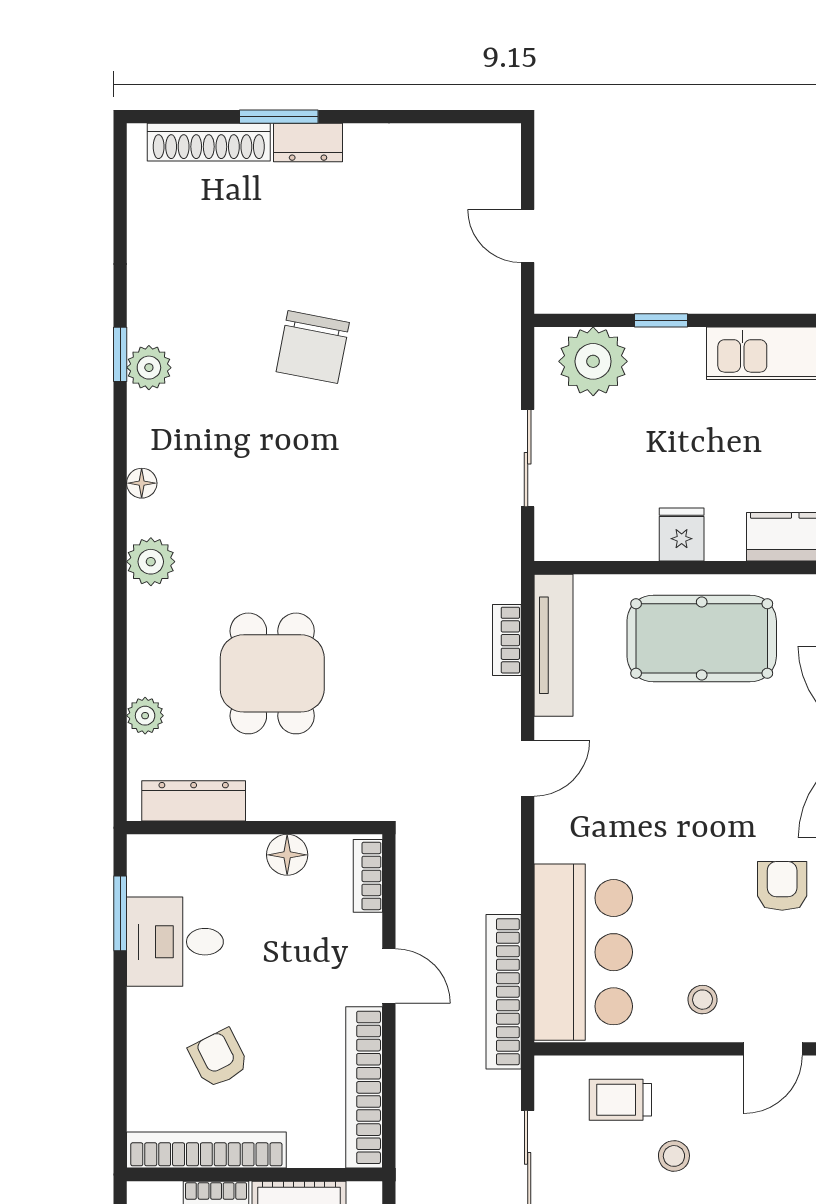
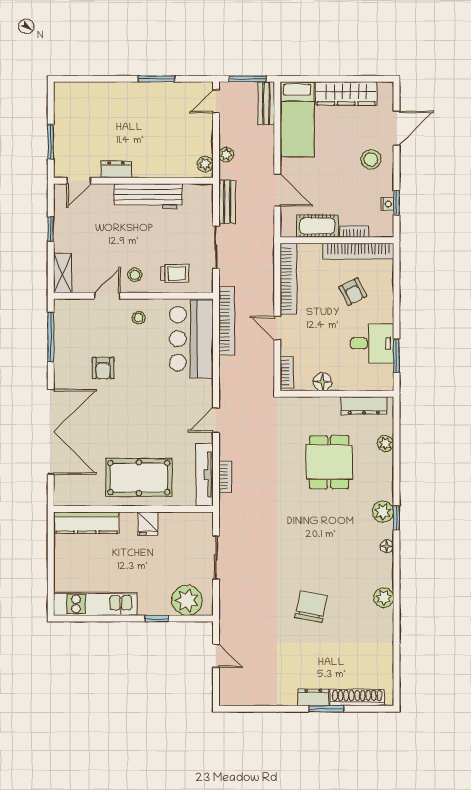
window: (120, 354) -> (396, 518), moved
stool: (674, 1156) -> (135, 275), moved

